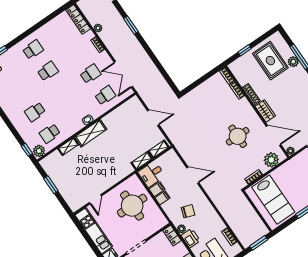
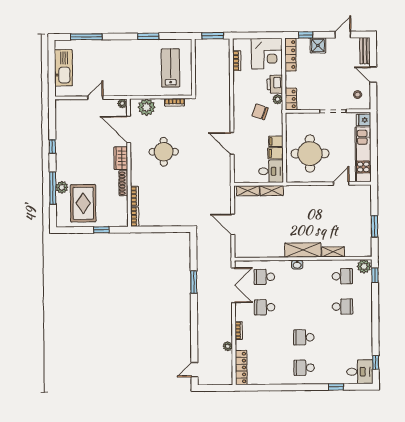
window: (131, 25) -> (194, 282), moved
lab bench: (273, 200) -> (171, 68), width x0.73, depth x0.72

